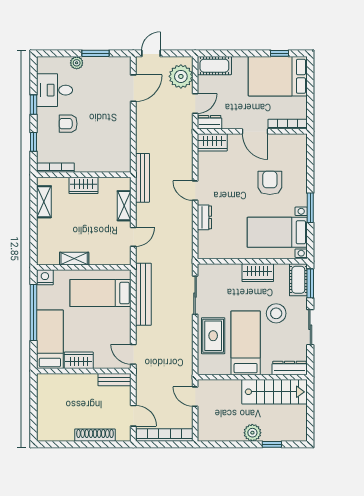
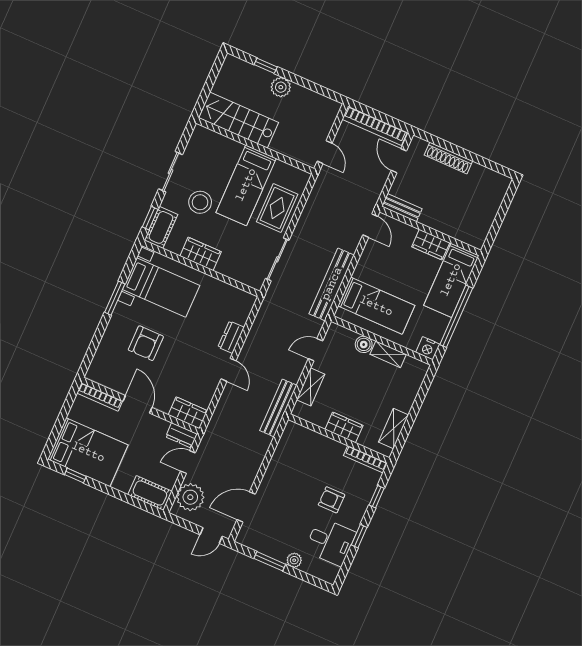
armchair: (68, 124) -> (332, 500), turned 180
boiler: (97, 258) -> (364, 344), added
window: (310, 283) -> (150, 218), width x0.67
dresser: (290, 368) -> (211, 138), removed

